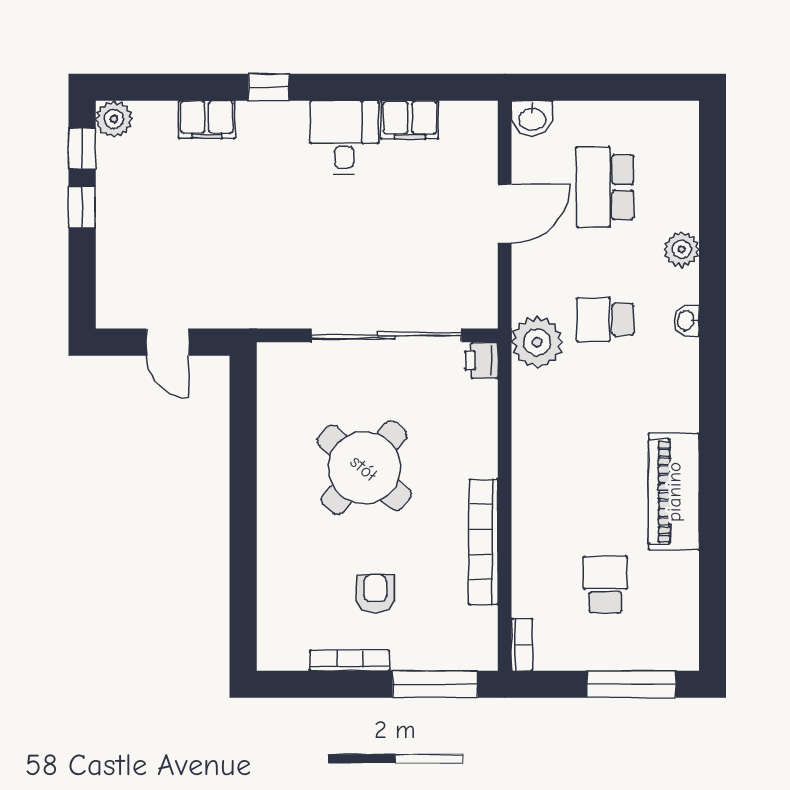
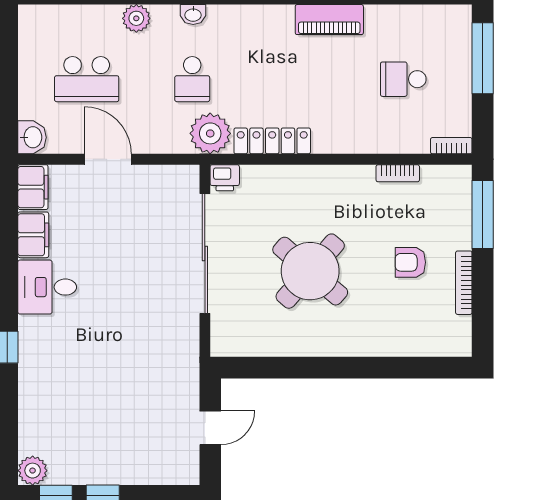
filing cabinet: (207, 120) -> (33, 187), moved
locker: (528, 420) -> (272, 141), added
piano: (674, 492) -> (329, 20), width x0.73, depth x0.75
bookcase: (484, 542) -> (398, 173), width x0.43, depth x0.76

